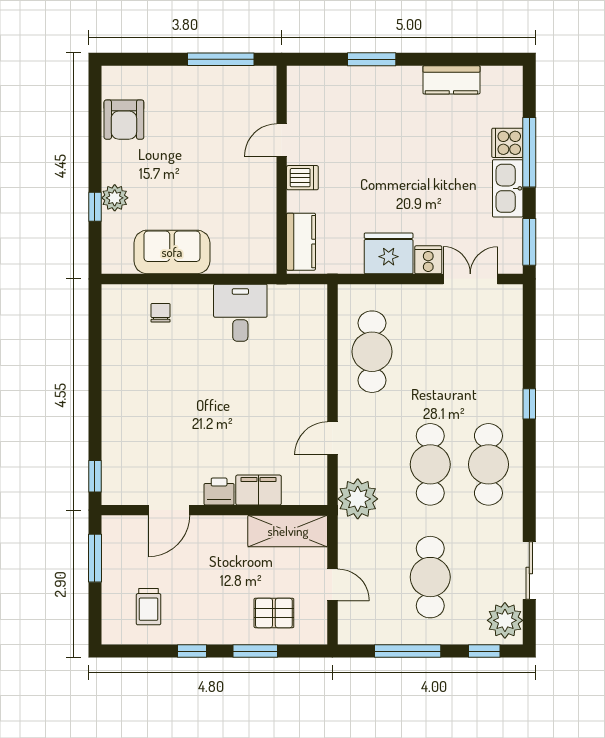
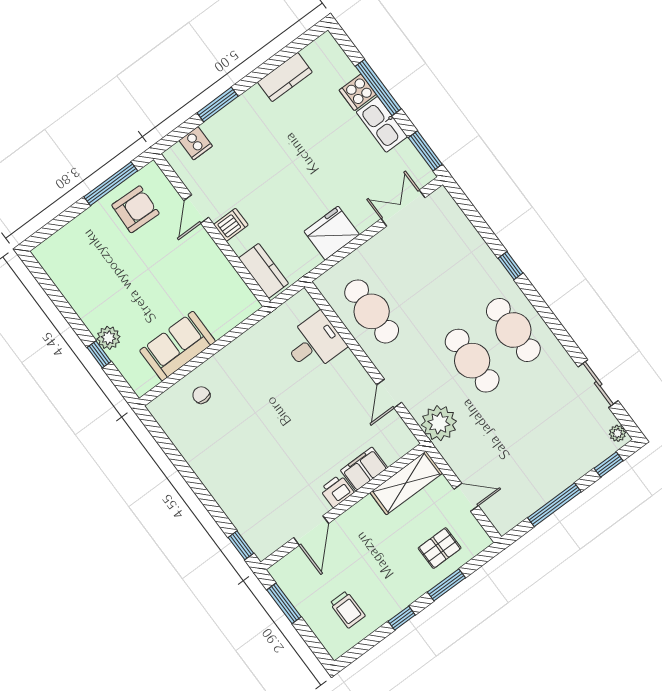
armchair: (124, 120) -> (135, 209), moved, turned -88
cooker: (428, 260) -> (196, 143), moved, turned 180
desk: (240, 313) -> (314, 343), moved, turned 90
cafe table: (430, 577) -> (531, 440), removed
plant: (505, 620) -> (617, 433), width x0.53, depth x0.53

